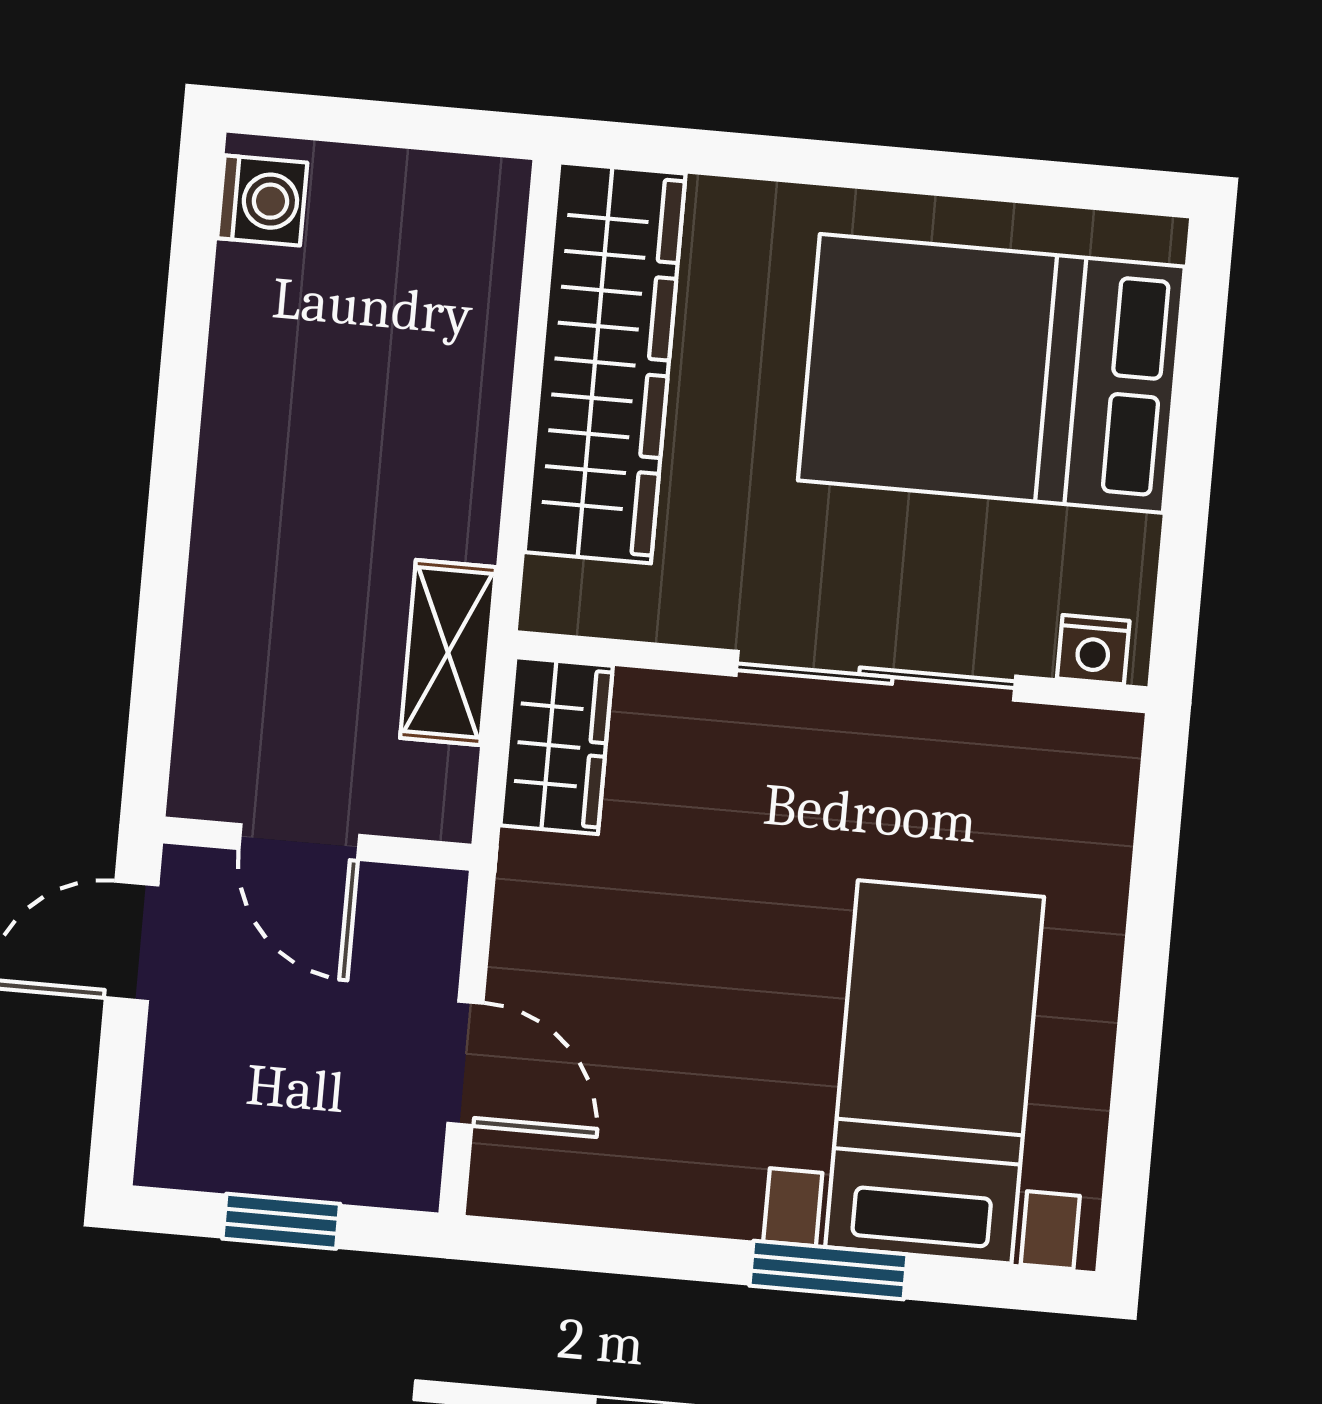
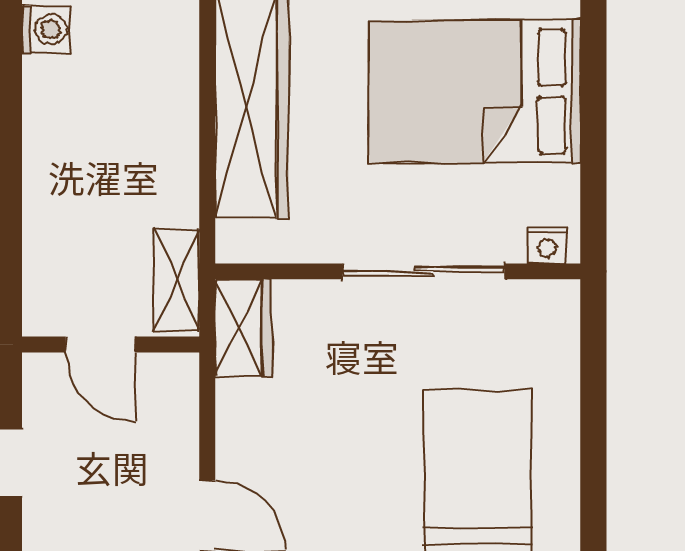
door: (299, 842) -> (100, 344), moved
wall: (317, 844) -> (111, 344), moved

